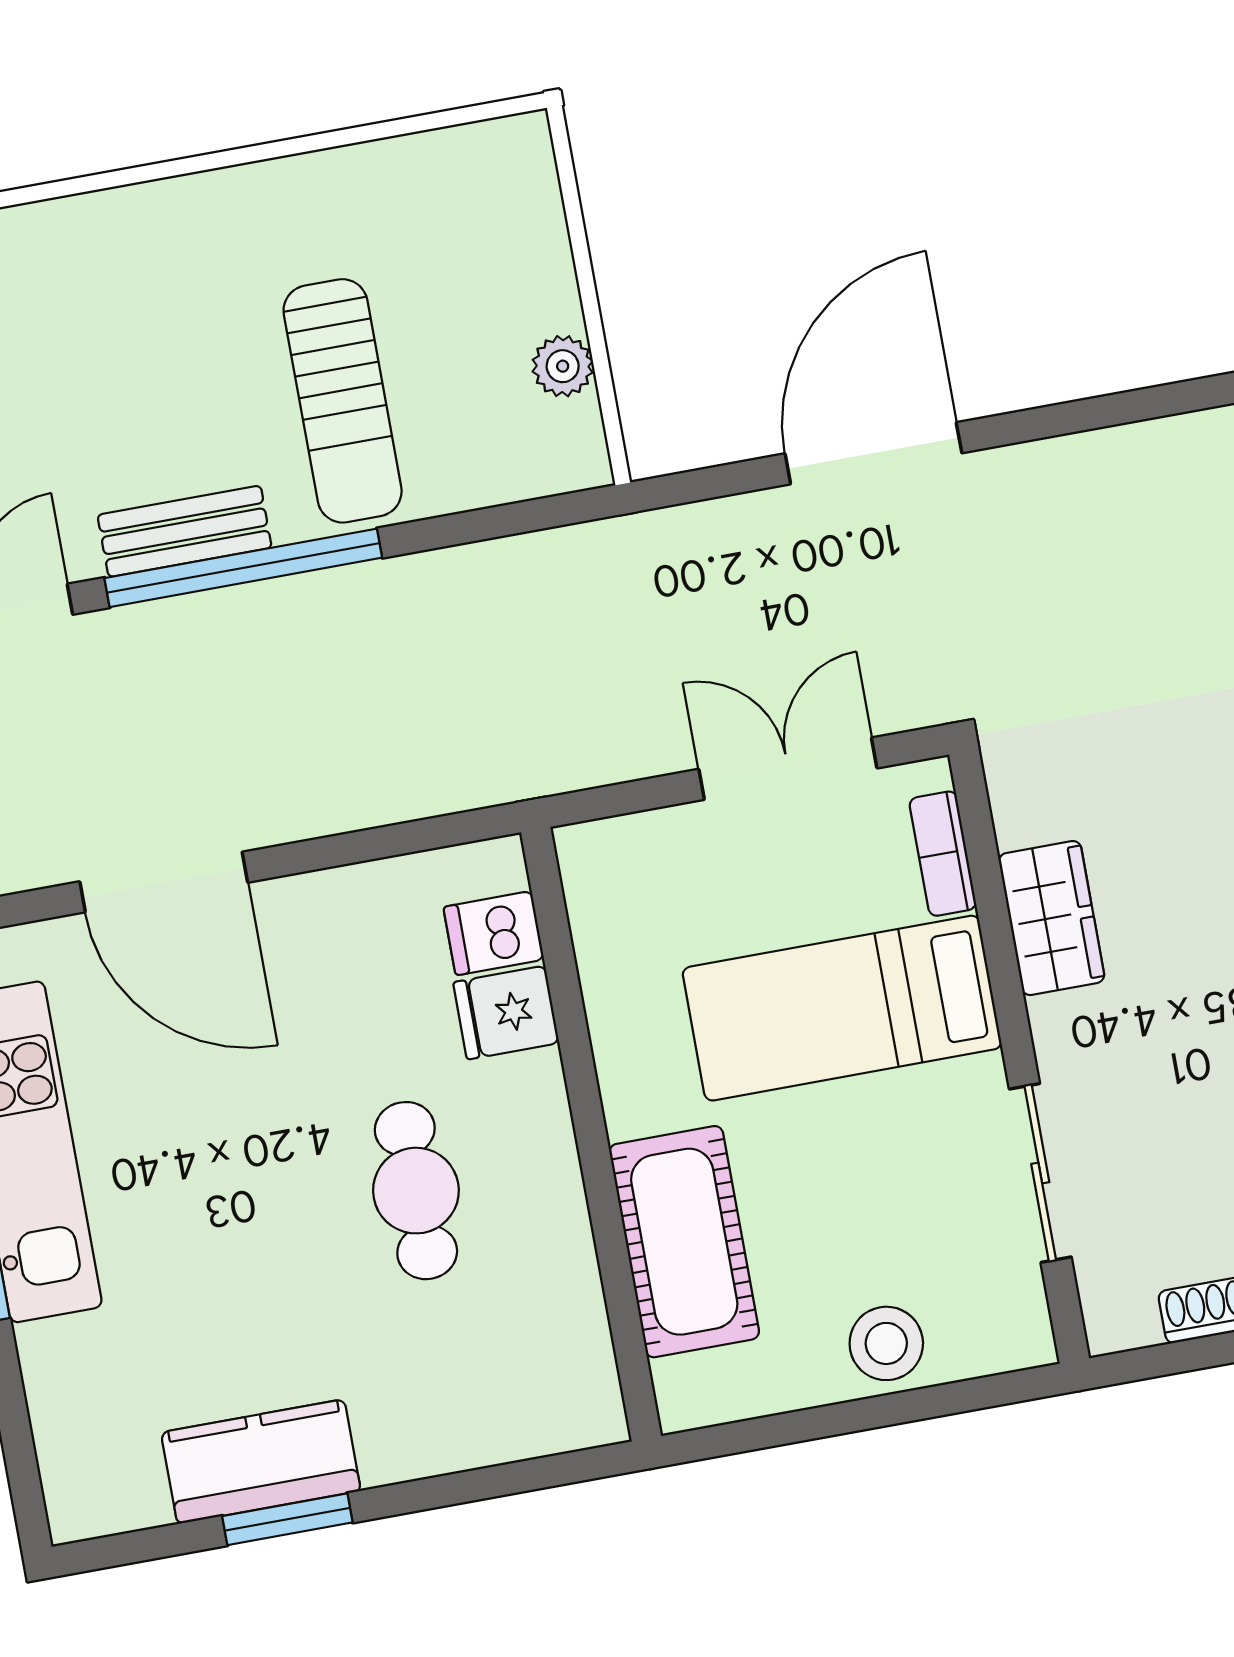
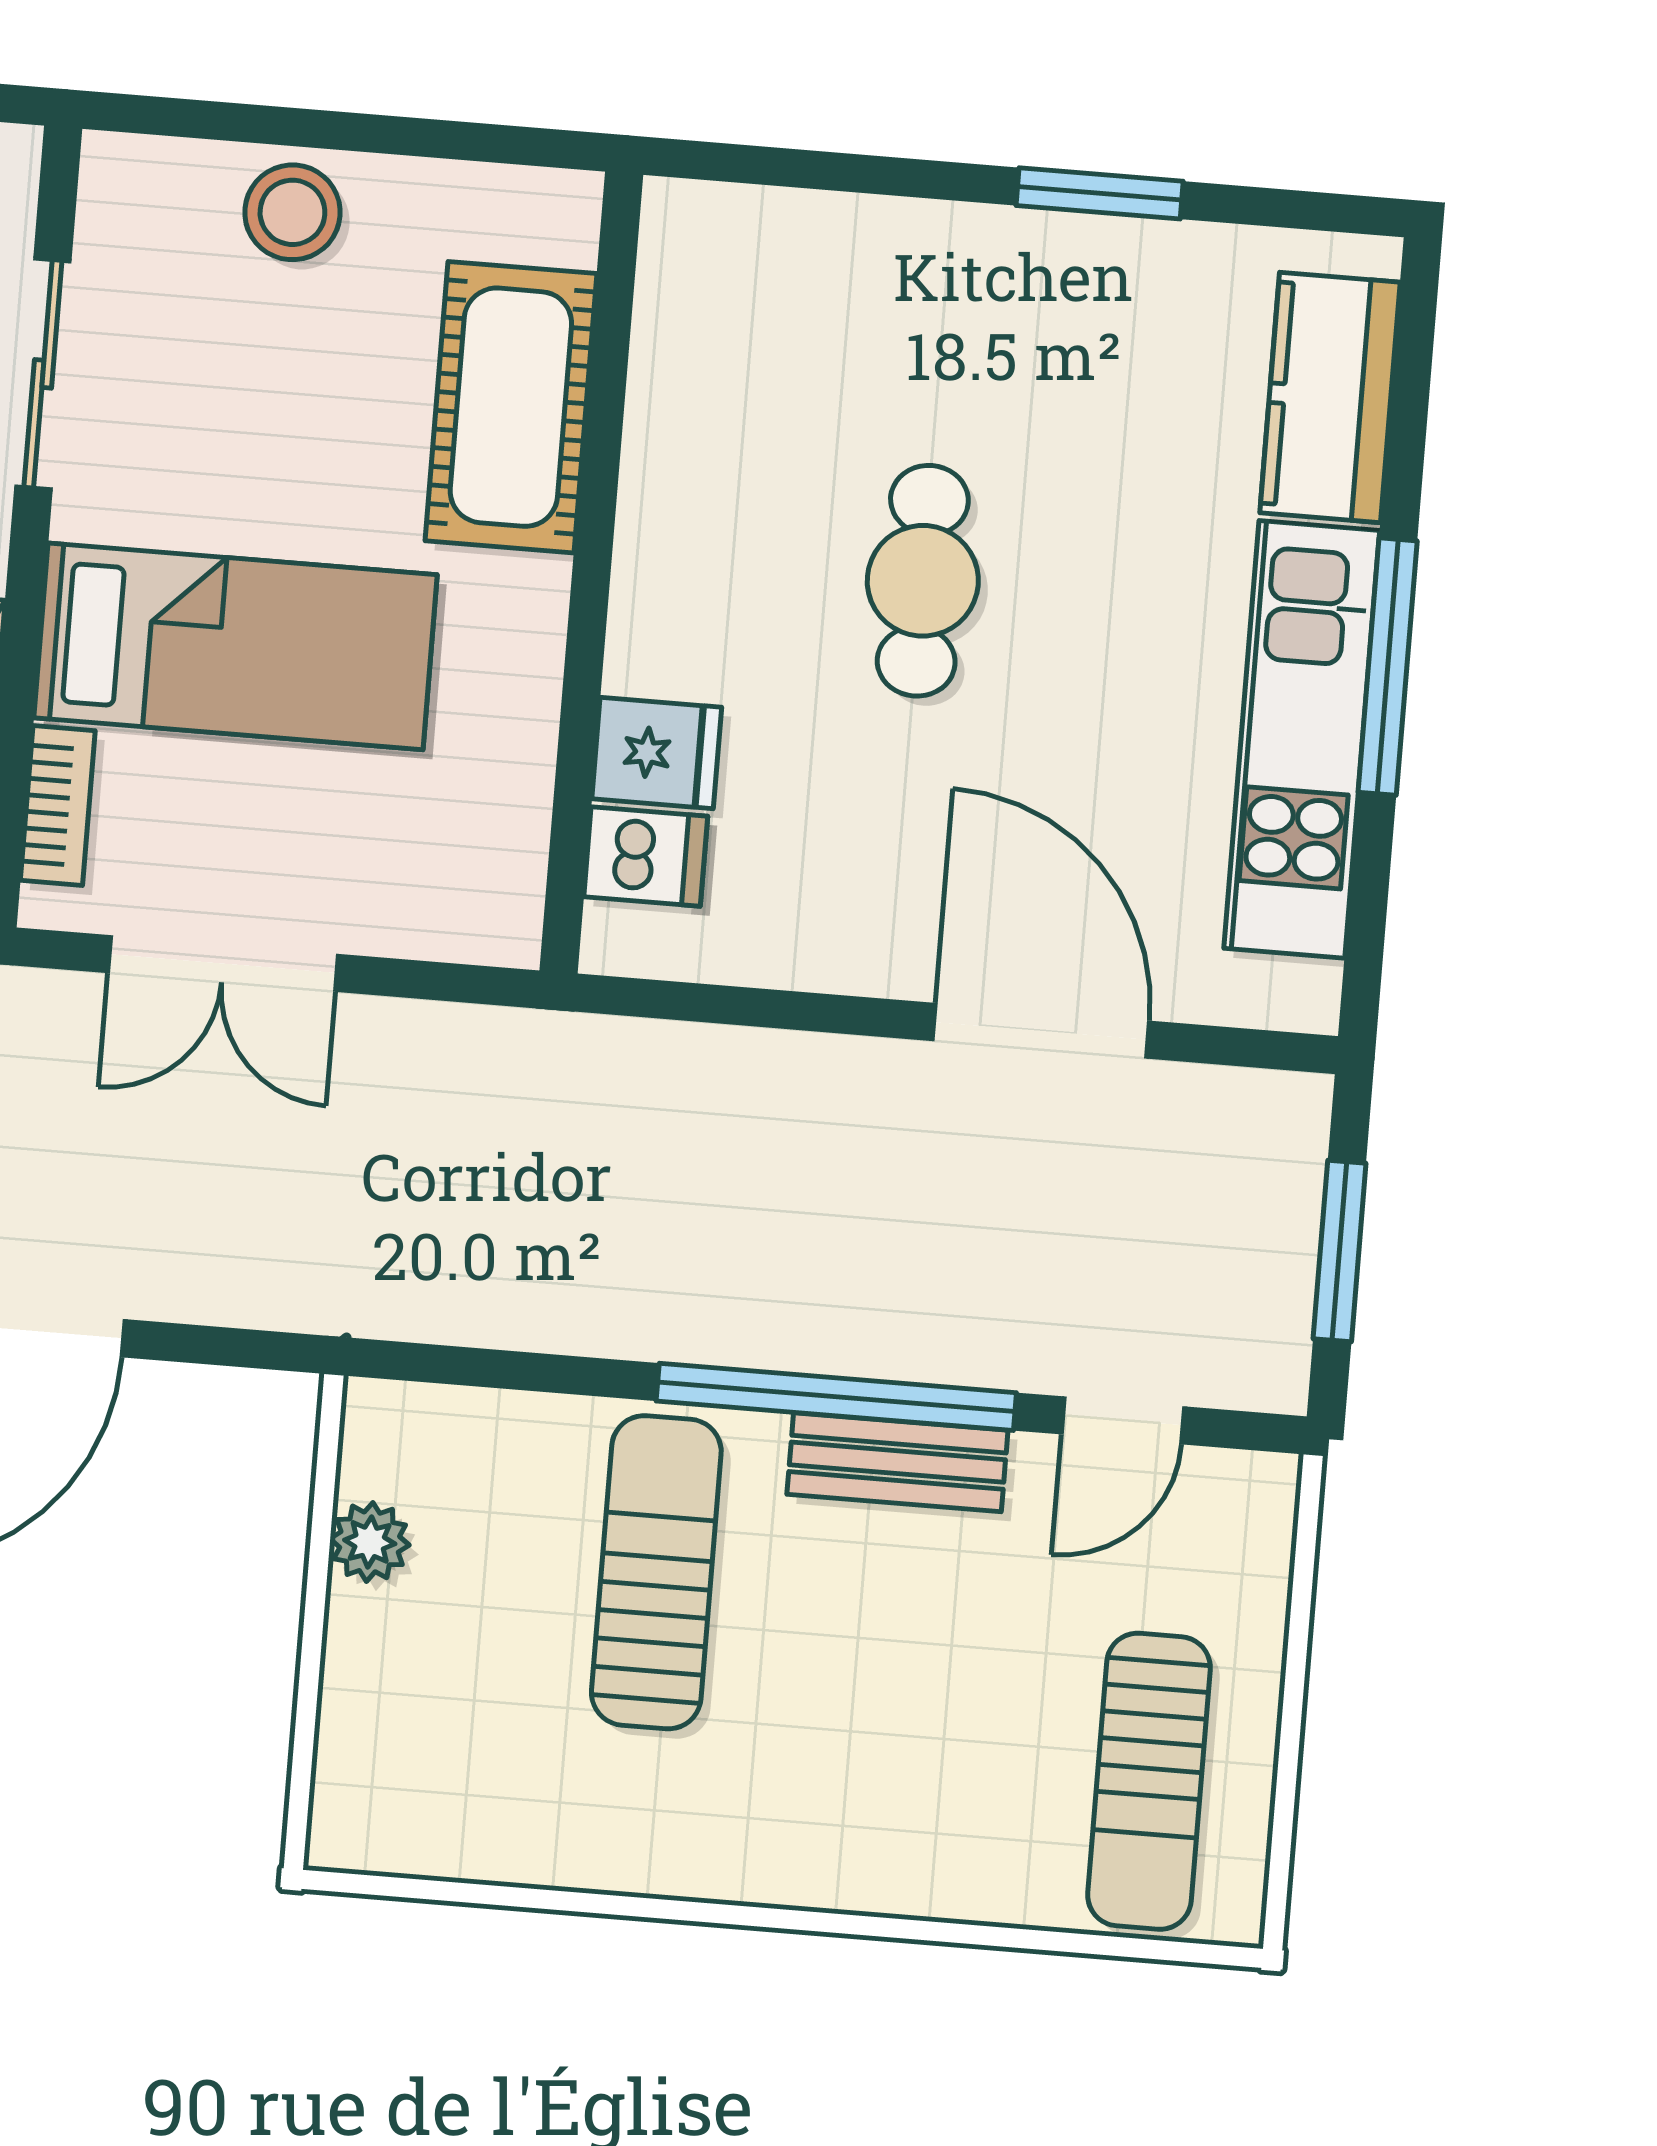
cafe table: (416, 1191) -> (923, 581), moved
kitchen counter: (261, 1462) -> (1330, 397), moved, turned 90

